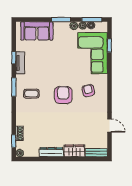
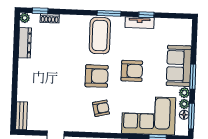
sofa: (37, 31) -> (179, 66), moved
armchair: (58, 68) -> (132, 71), added
coffee table: (31, 94) -> (100, 36), width x1.86, depth x1.72
wardrobe: (74, 151) -> (25, 88), removed
dresser: (51, 152) -> (25, 43), moved

